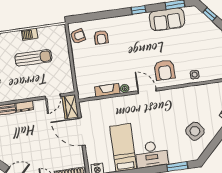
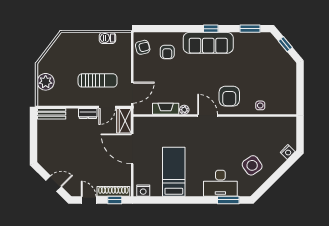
sofa: (167, 19) -> (208, 43), moved, width x1.36
barbecue: (30, 34) -> (107, 38), moved
sun lounger: (33, 58) -> (98, 80), moved
door: (74, 79) -> (132, 93), added
dresser: (25, 106) -> (88, 114), moved
desk: (151, 154) -> (220, 183), moved

